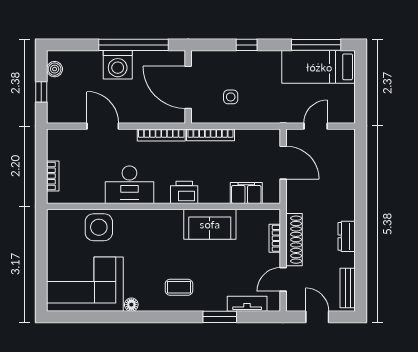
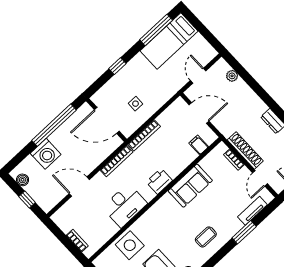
washing machine: (118, 65) -> (46, 154), moved
plant: (348, 157) -> (232, 76), added
filing cabinet: (246, 193) -> (199, 145), width x0.50

